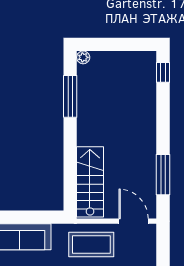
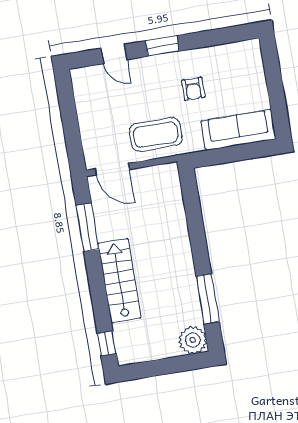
plant: (83, 57) -> (193, 340), width x1.88, depth x1.88
stairs: (90, 182) -> (120, 281), moved, turned 180

